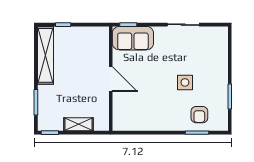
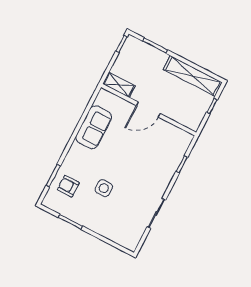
sofa: (133, 38) -> (94, 127), moved, turned 180
door: (111, 79) -> (148, 110), moved
wall: (111, 79) -> (149, 110), moved
shelving: (79, 124) -> (119, 85), moved, turned 90

